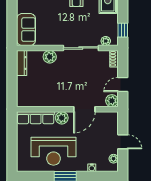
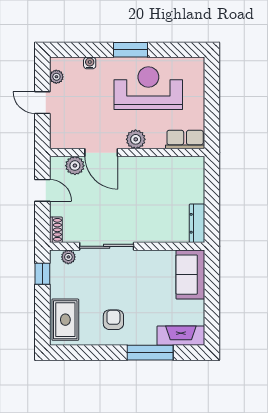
plant: (50, 57) -> (154, 233), removed
door: (123, 85) -> (42, 190), hinge flipped
plant: (112, 101) -> (75, 166), moved
door: (84, 109) -> (101, 153), swing flipped
row of seats: (36, 118) -> (185, 140), width x0.68

